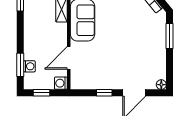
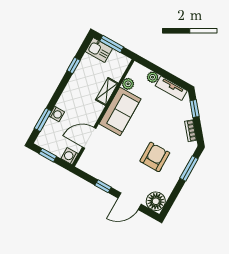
armchair: (135, 43) -> (155, 157), added
washing machine: (29, 66) -> (57, 114), moved
floor lamp: (161, 85) -> (156, 201), width x1.89, depth x1.89

